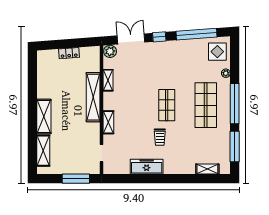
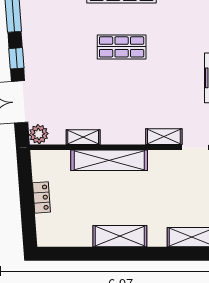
shelving: (44, 117) -> (120, 236), moved
shelving: (108, 122) -> (164, 137), moved
trolley: (160, 137) -> (171, 58), removed

